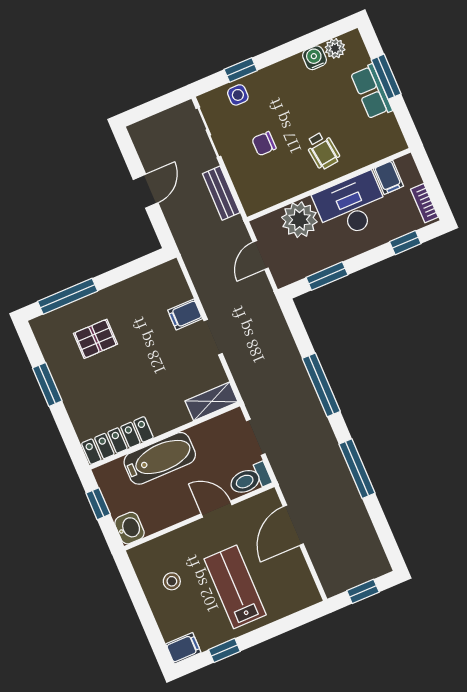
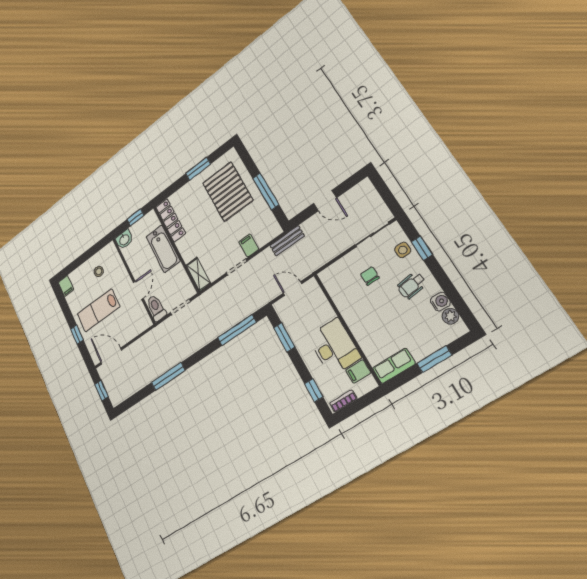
row of seats: (371, 92) -> (394, 366), moved
wheelchair: (323, 151) -> (412, 285), moved
bench: (221, 193) -> (287, 241), moved
plant: (299, 220) -> (320, 311), removed
window: (68, 296) -> (266, 191), moved
pallet: (95, 339) -> (228, 192), width x2.05, depth x2.00
window: (321, 385) -> (237, 330), moved
door: (293, 525) -> (111, 356), moved
lab bench: (235, 587) -> (98, 310), turned 180
window: (224, 650) -> (77, 334), moved

